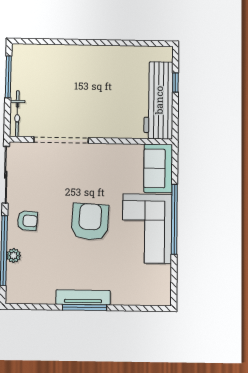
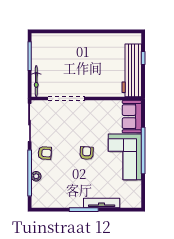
armchair: (90, 222) -> (87, 153), width x0.53, depth x0.53
tv unit: (83, 297) -> (102, 203), moved

